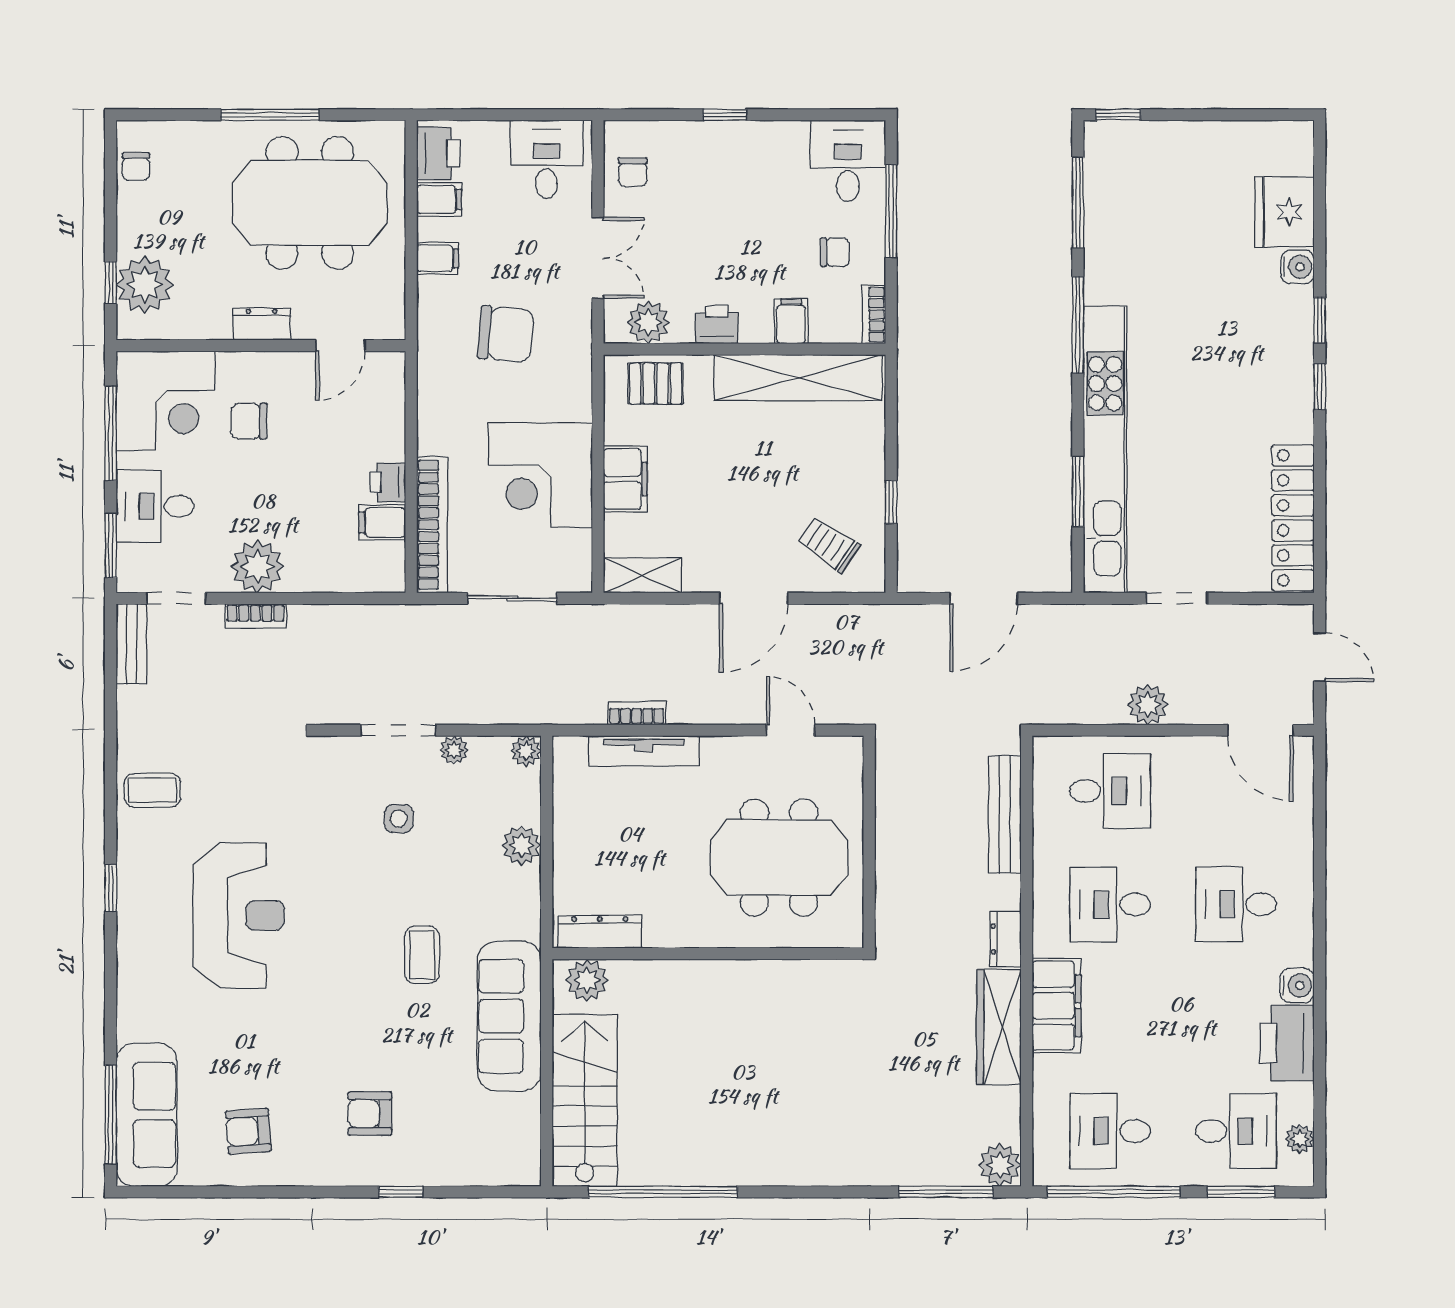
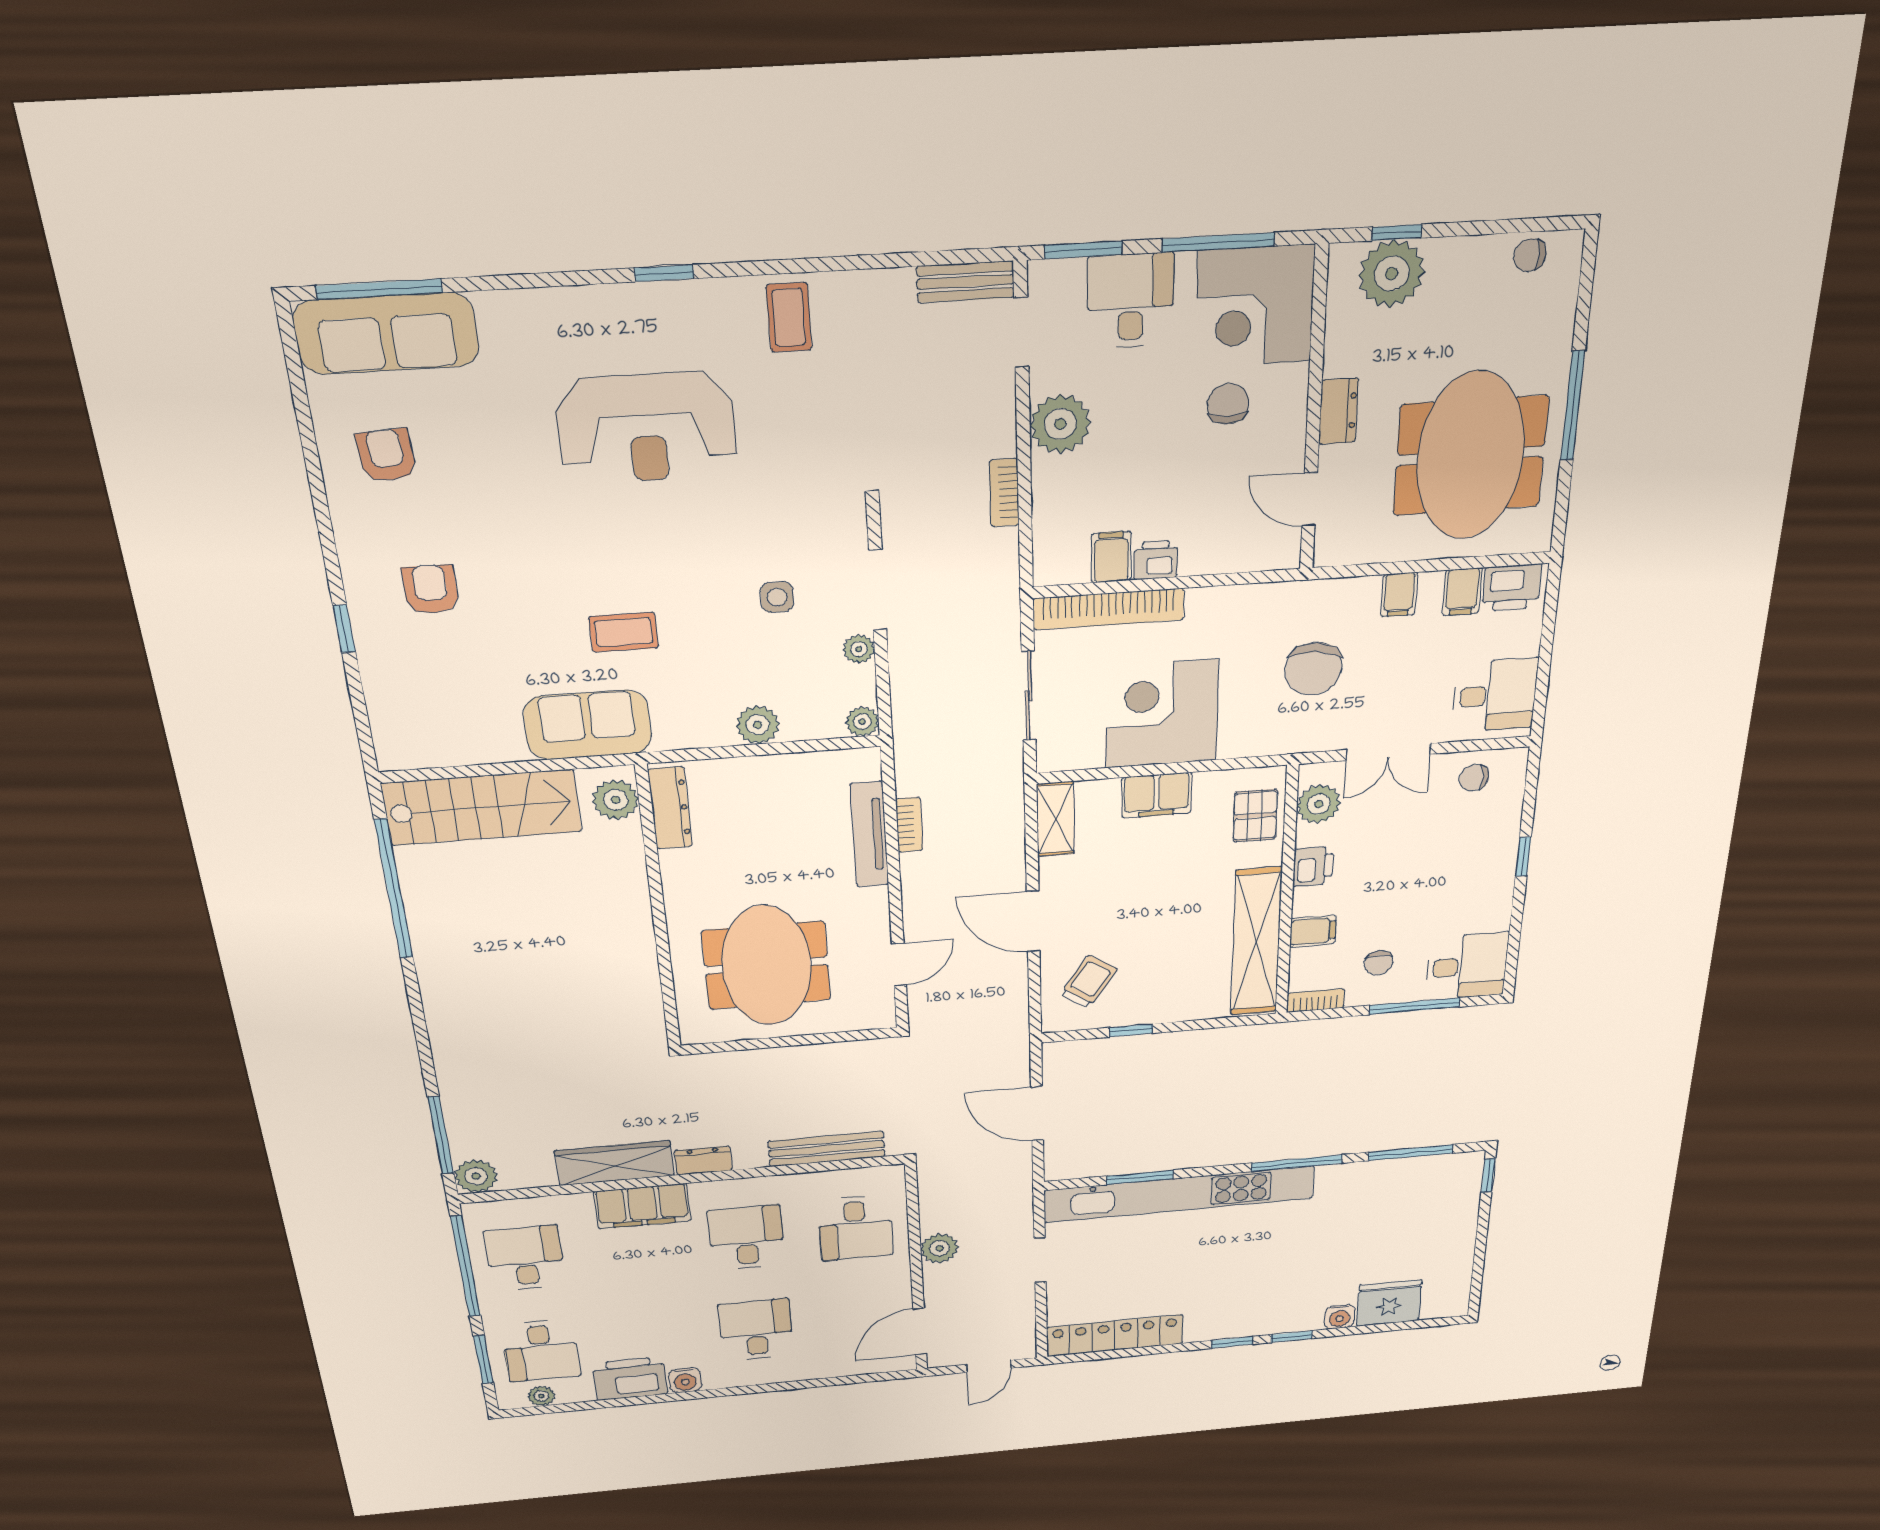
bookcase: (255, 616) -> (1004, 493), moved
sofa: (509, 1016) -> (588, 725), width x0.73

